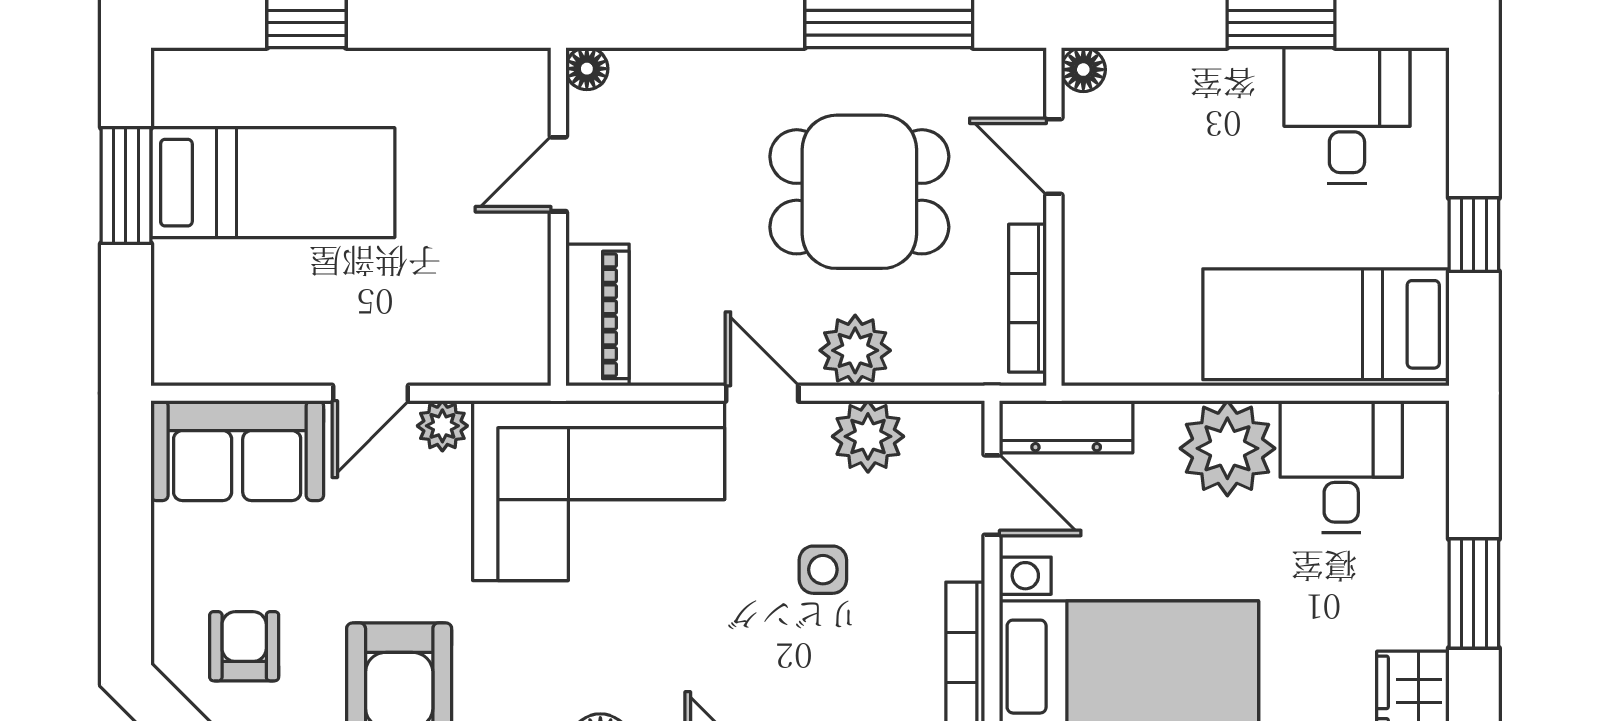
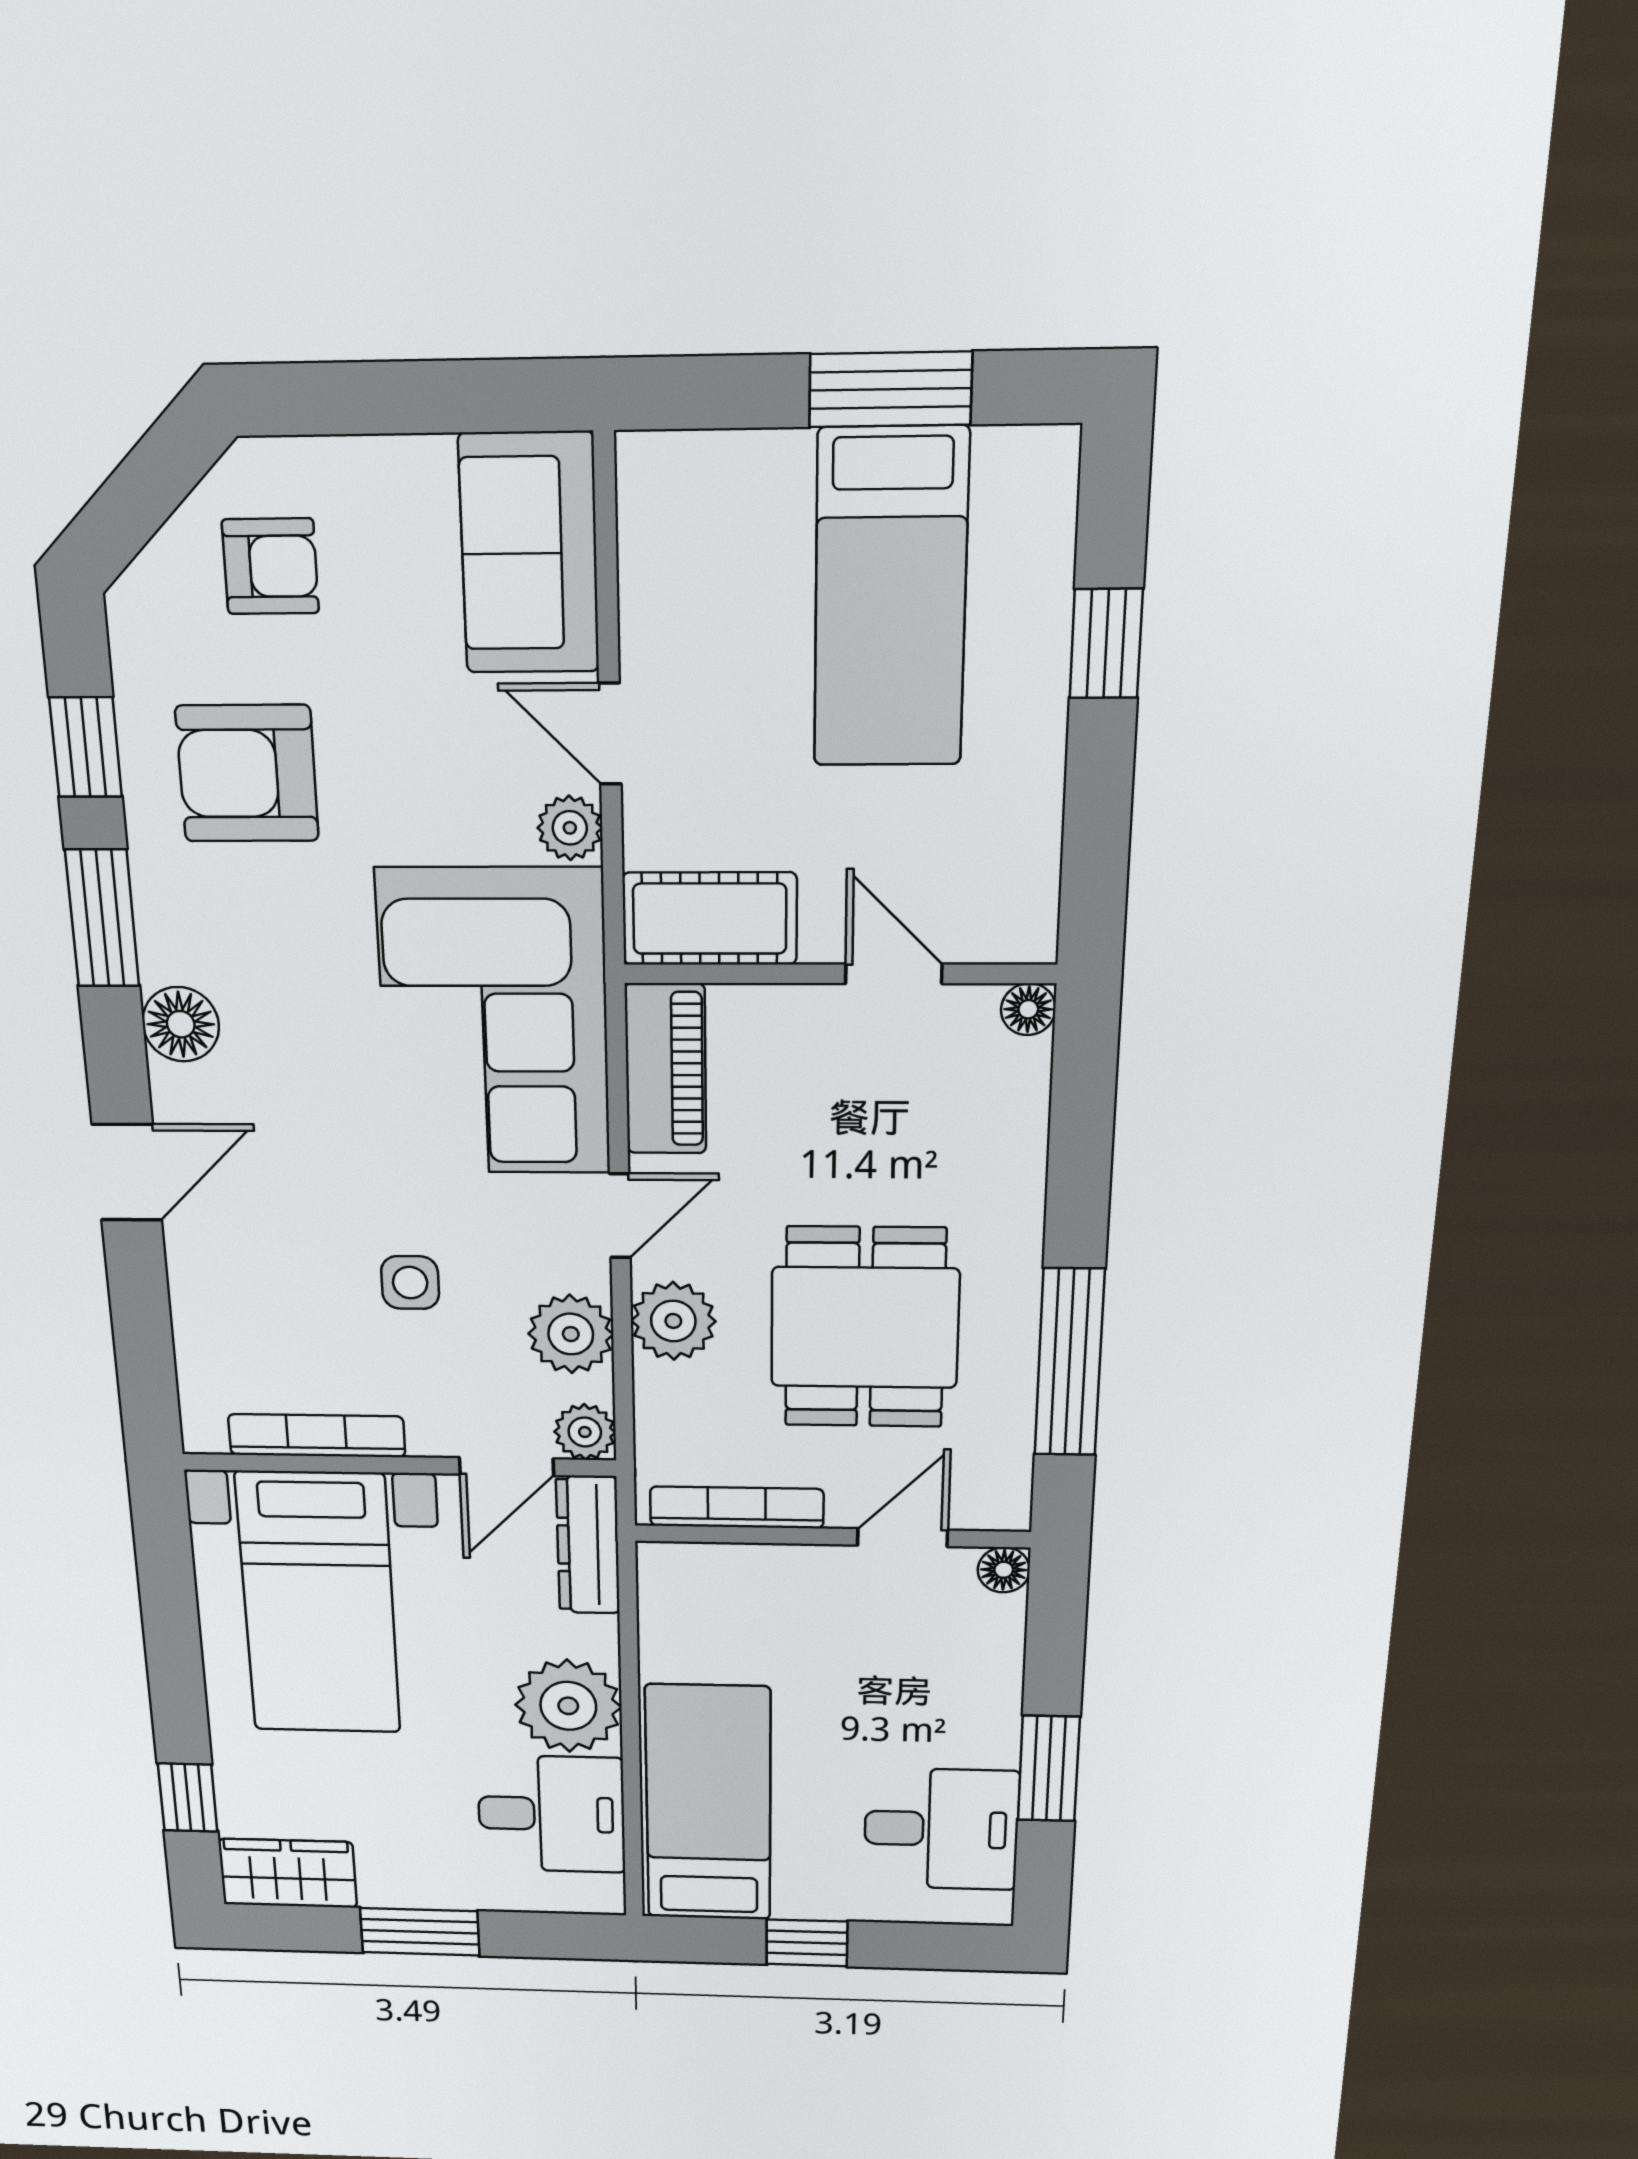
piano: (597, 315) -> (666, 1069), moved, turned -90
cot: (514, 318) -> (710, 919), added
plant: (958, 427) -> (585, 1432), added

